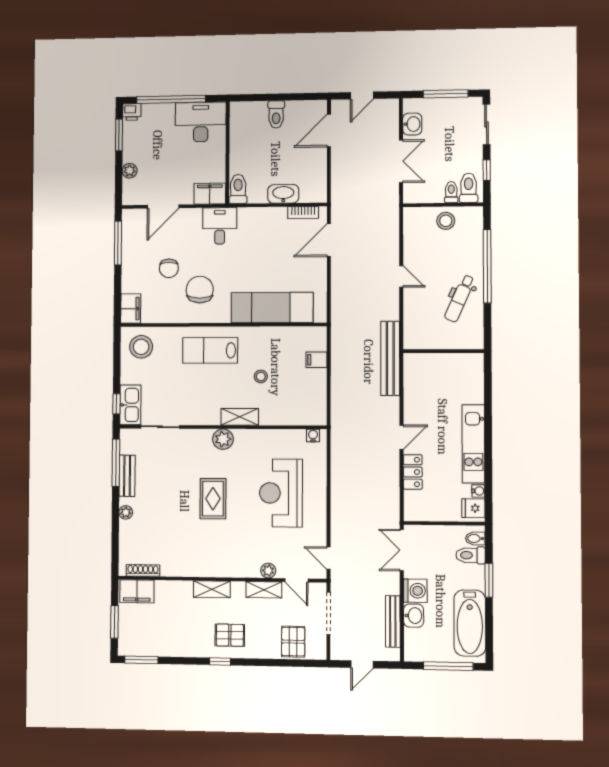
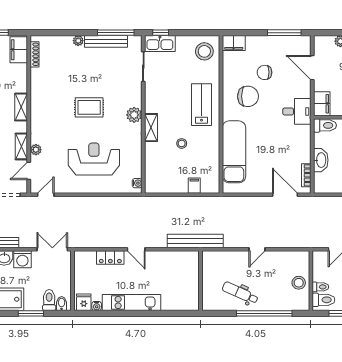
bench: (127, 476) -> (106, 41), width x1.36

